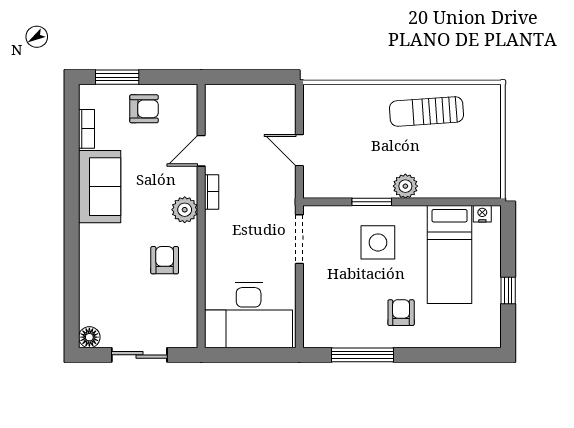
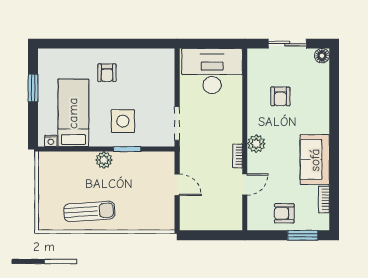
armchair: (165, 260) -> (280, 96), moved
window: (508, 290) -> (33, 88), width x1.50
window: (363, 355) -> (133, 44), removed

